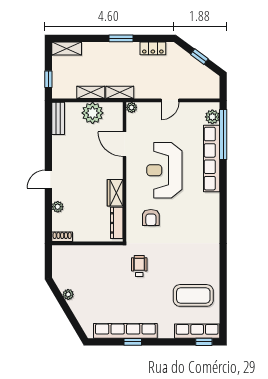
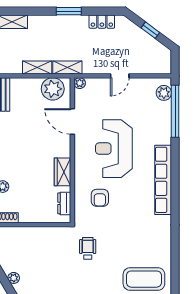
plant: (93, 113) -> (53, 89), moved
row of seats: (212, 159) -> (163, 180), moved
dresser: (117, 223) -> (64, 203), width x0.70

